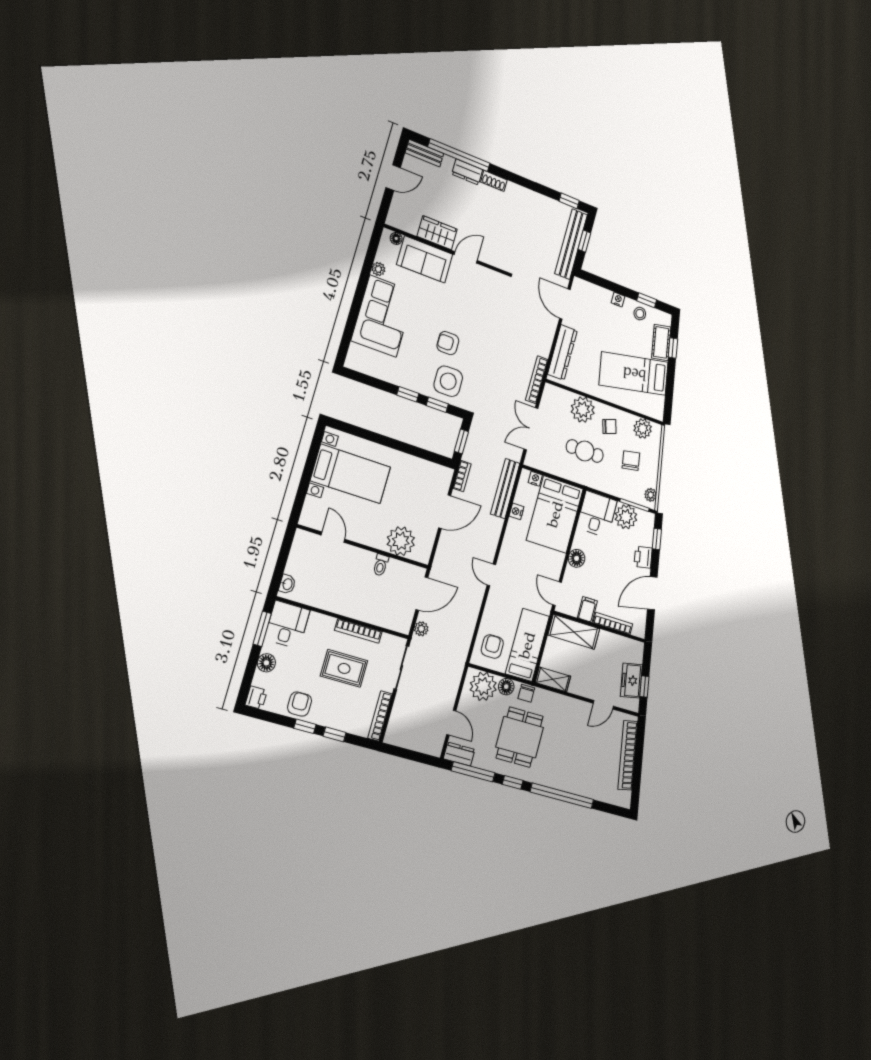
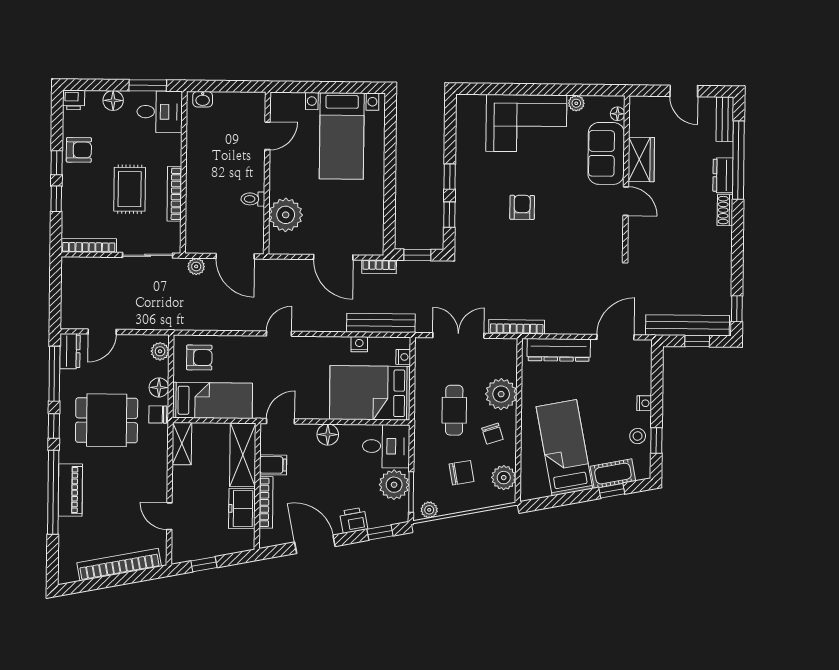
side table: (448, 381) -> (480, 220), removed
freezer: (631, 681) -> (242, 509), moved, turned -79
plant: (483, 686) -> (160, 351), width x0.53, depth x0.53
piano: (564, 781) -> (70, 490), added

